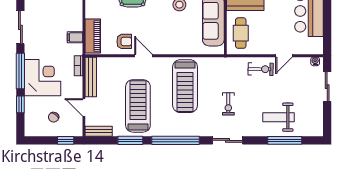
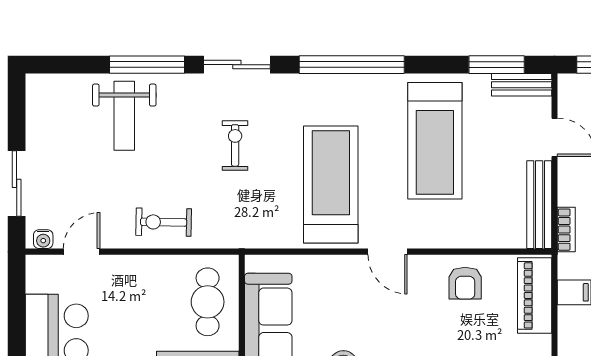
armchair: (124, 41) -> (465, 283), turned -90
door: (144, 56) -> (387, 252), moved
door: (284, 56) -> (82, 252), moved
weight bench: (278, 117) -> (124, 116), turned 90
window: (130, 140) -> (497, 65), moved
window: (285, 140) -> (147, 65), moved

